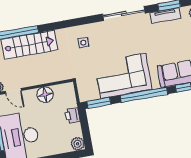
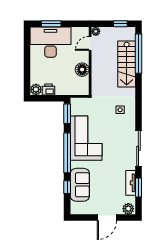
printer: (73, 115) -> (49, 90), moved

